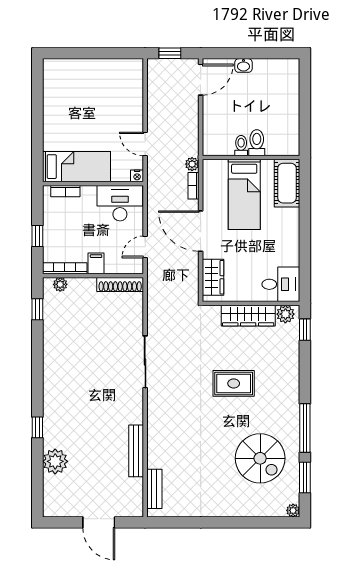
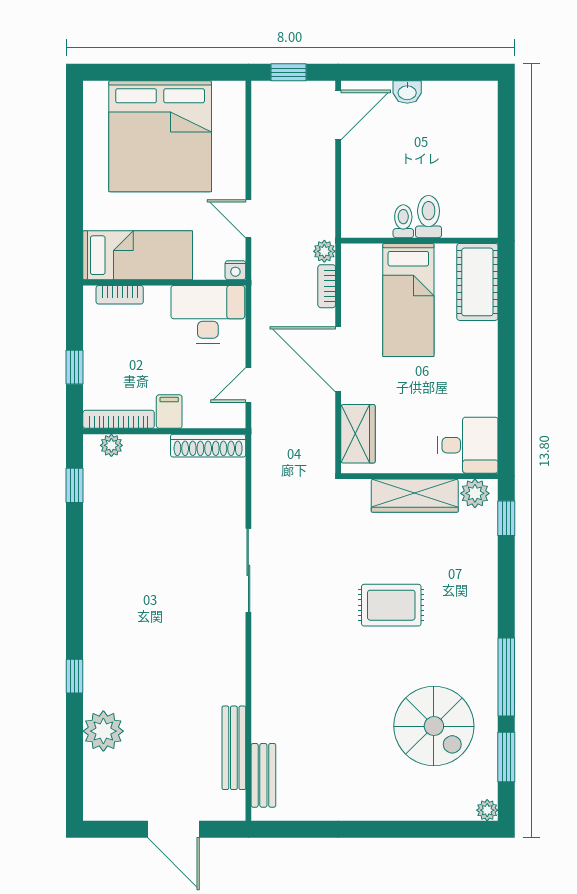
bed: (90, 93) -> (160, 136), added
bench: (136, 451) -> (234, 748), moved

